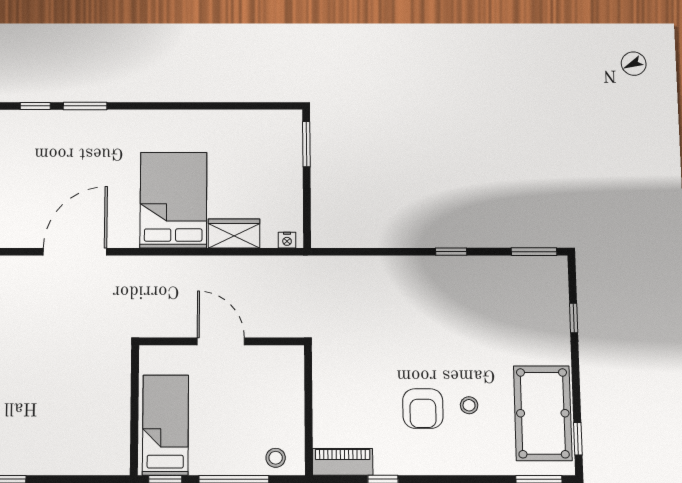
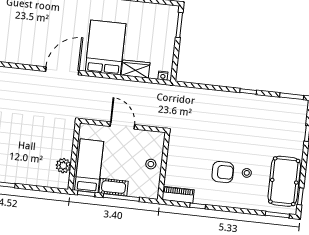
door: (75, 252) -> (62, 71), moved
armchair: (423, 409) -> (223, 172), turned -90
plant: (116, 430) -> (63, 166), added
stool: (276, 458) -> (151, 164), moved
cot: (217, 461) -> (114, 187), added

